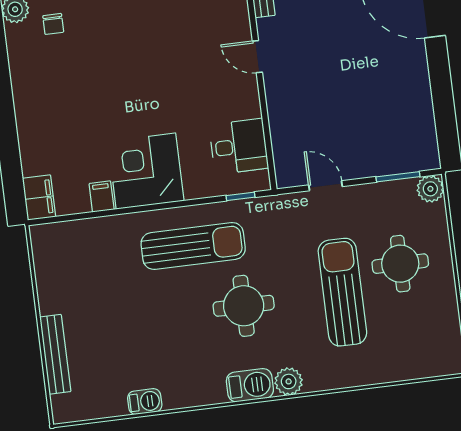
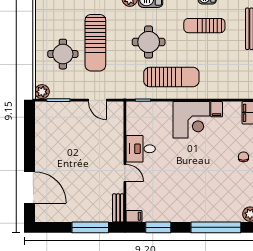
chair: (53, 24) -> (243, 157), moved
desk: (239, 146) -> (141, 149), moved
sun lounger: (193, 246) -> (171, 77), turned 180
sun lounger: (144, 349) -> (204, 26), added

